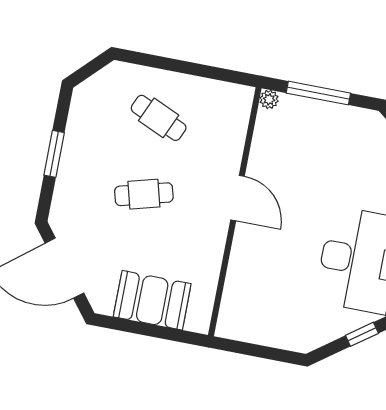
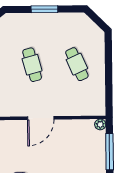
cafe table: (159, 118) -> (77, 64), turned -48

